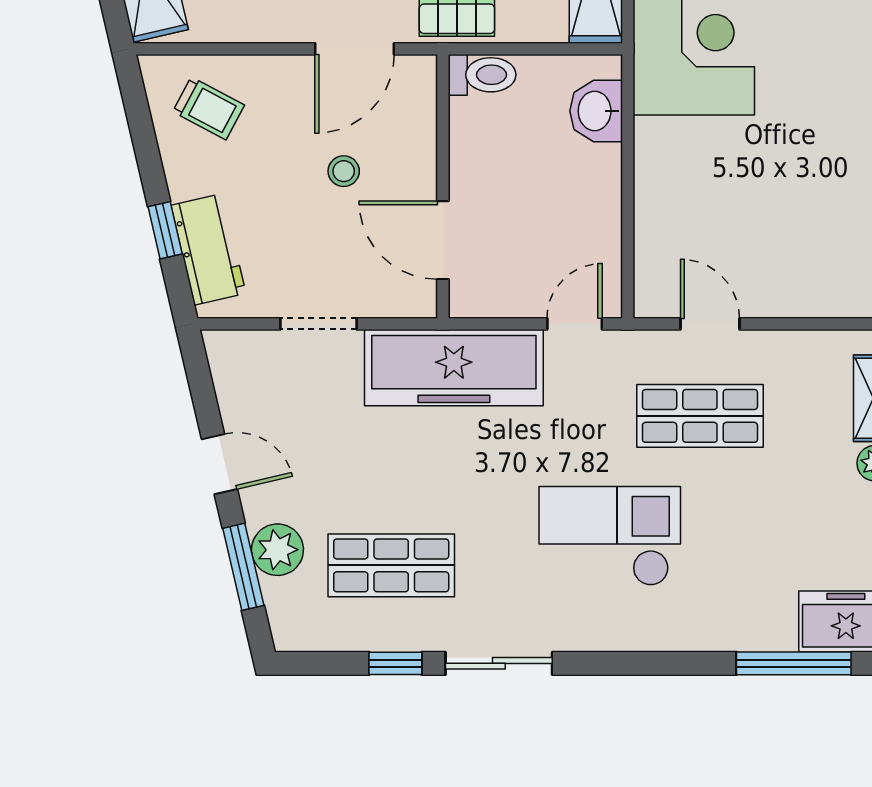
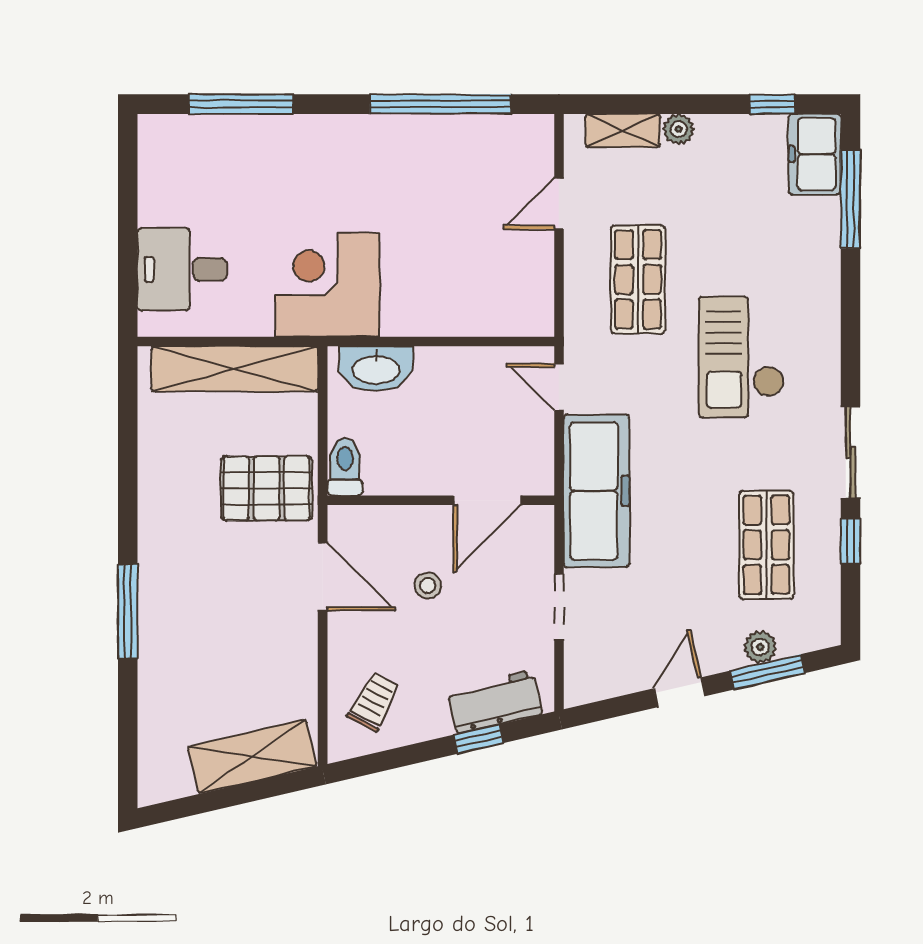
washbasin: (596, 111) -> (376, 369), width x1.38
door: (710, 324) -> (559, 204), moved
plant: (277, 550) -> (760, 647), width x0.73, depth x0.73

